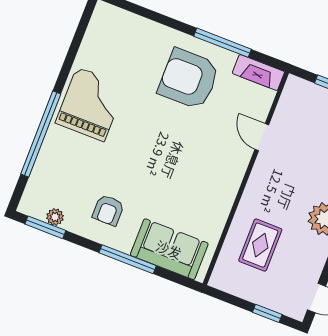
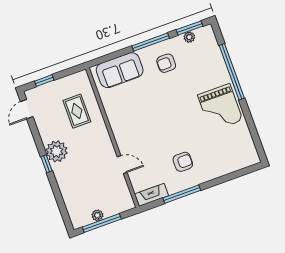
armchair: (189, 79) -> (183, 162), width x0.53, depth x0.53
armchair: (108, 210) -> (166, 63), turned -90
window: (128, 259) -> (151, 42), moved

